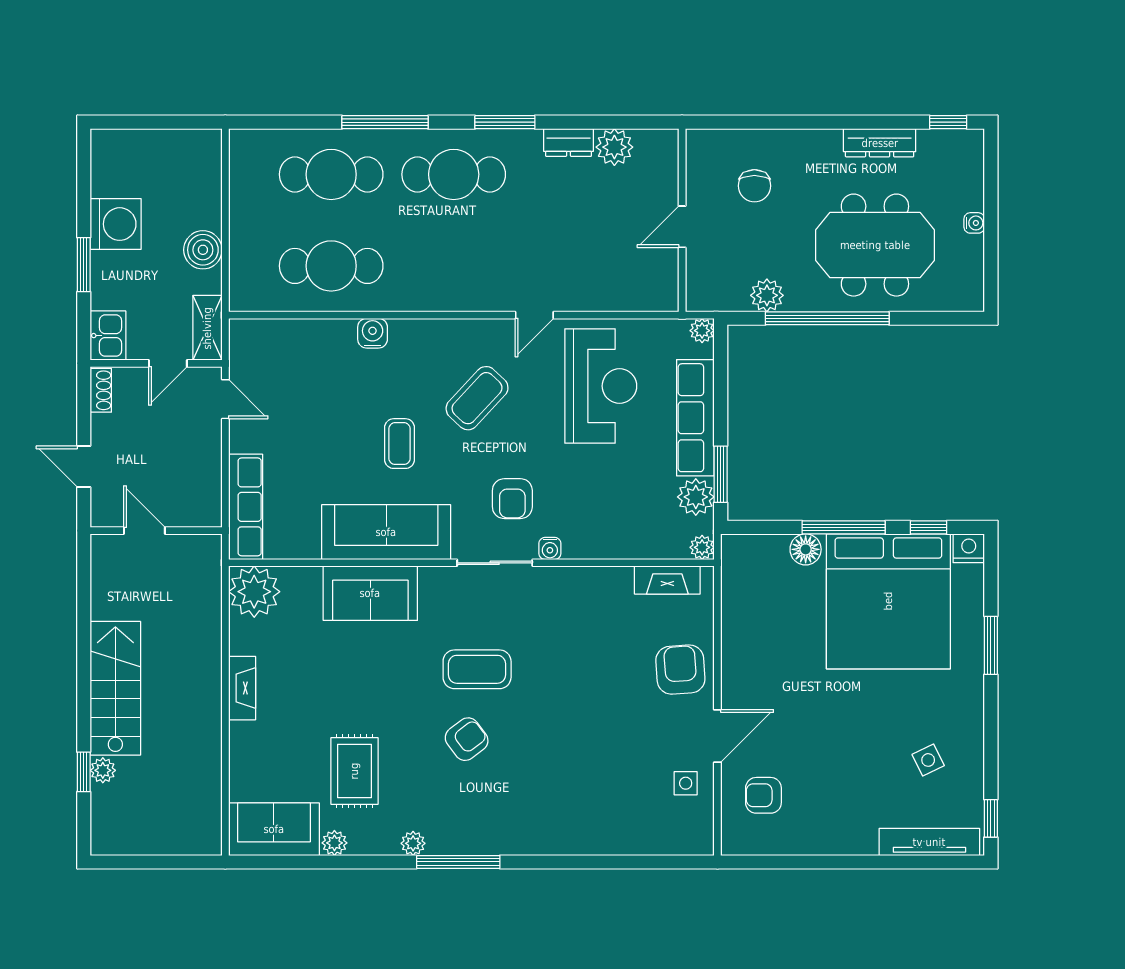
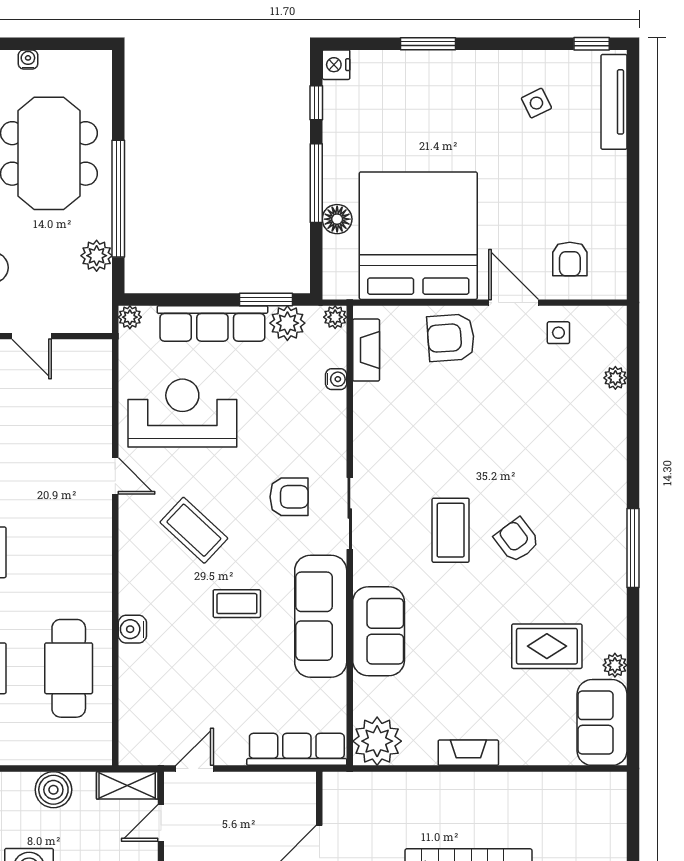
door: (168, 363) -> (161, 823), swing flipped
water cooler: (550, 548) -> (336, 379), moved
bed: (888, 601) -> (418, 236), moved, turned -90
plant: (413, 843) -> (615, 378), moved

